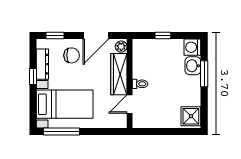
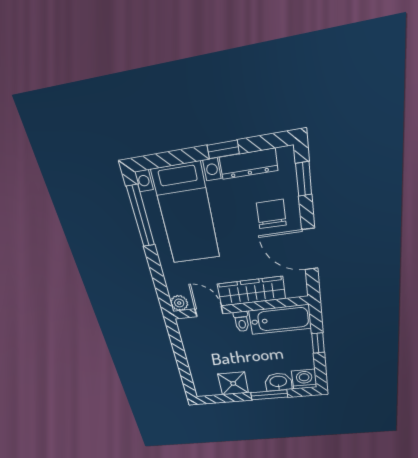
plant: (121, 47) -> (179, 303), moved
chair: (72, 55) -> (271, 214), turned 180
bathtub: (142, 59) -> (280, 320), added
shower: (191, 116) -> (233, 383), moved

